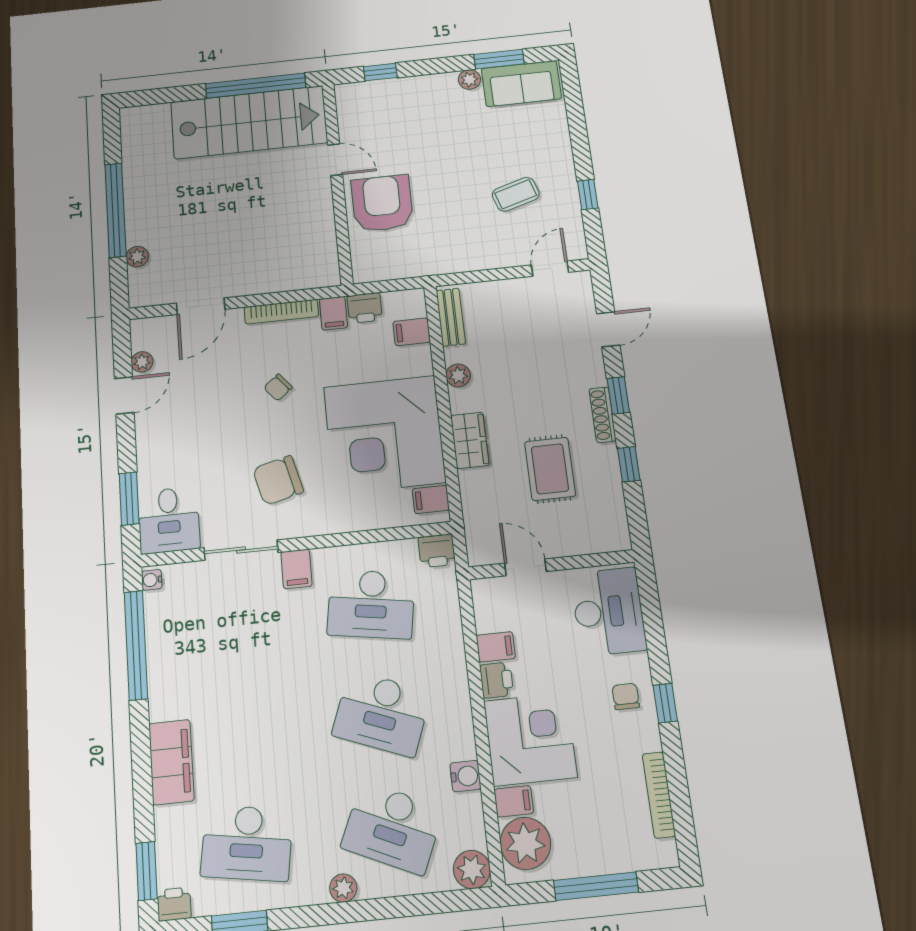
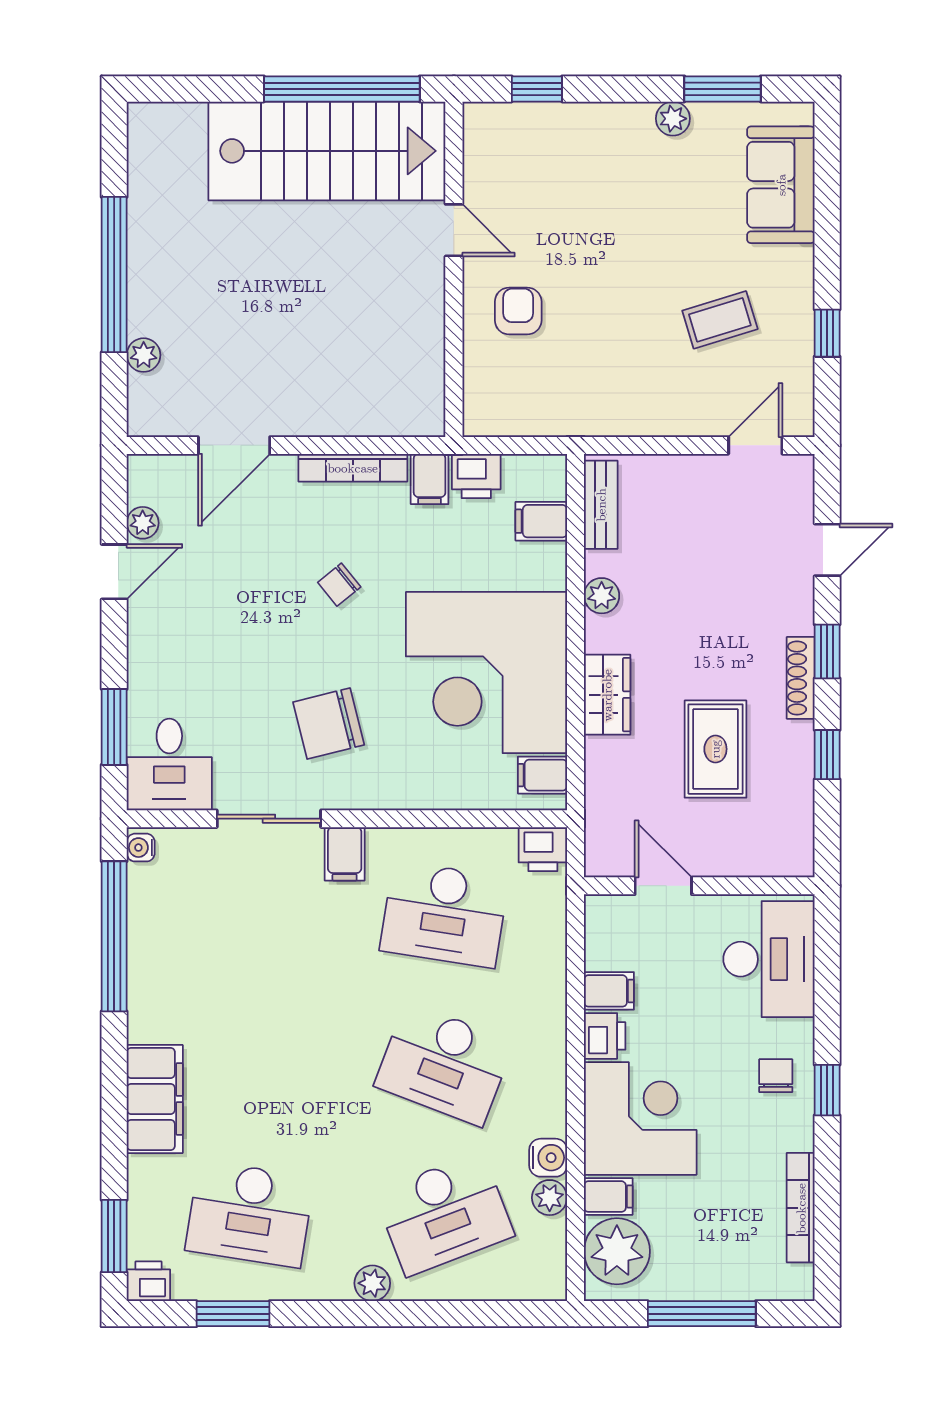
sofa: (521, 84) -> (781, 185), moved, turned 90
armchair: (382, 203) -> (518, 311), width x0.53, depth x0.53
desk: (392, 828) -> (444, 1214), turned -45
plant: (472, 869) -> (550, 1198), moved, width x0.73, depth x0.73

